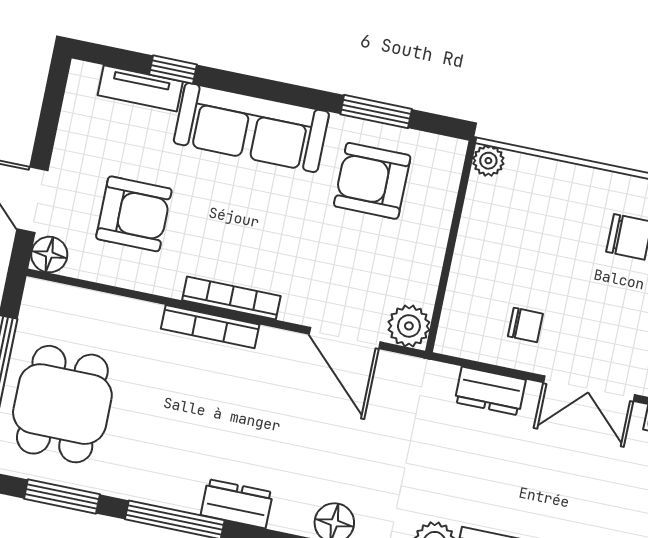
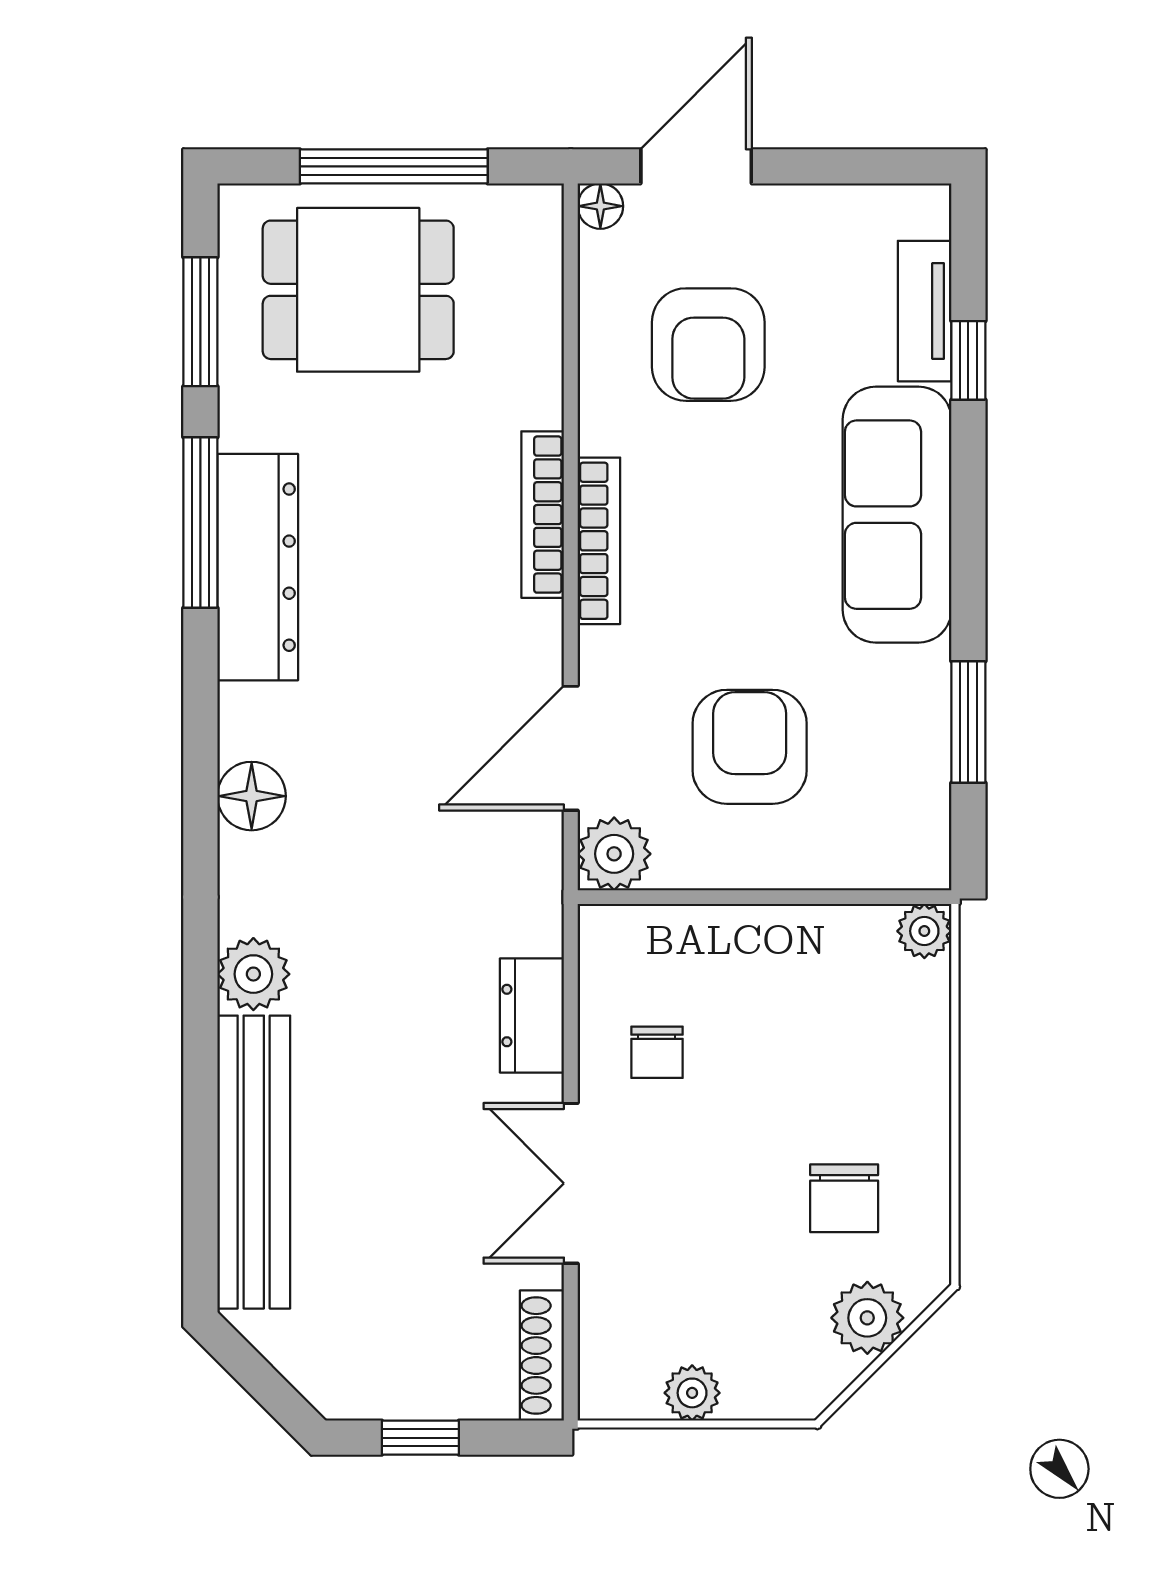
armchair: (372, 181) -> (750, 747), moved
floor lamp: (49, 255) -> (600, 206), width x0.73, depth x0.73
dresser: (237, 504) -> (258, 567), width x1.96, depth x1.24

